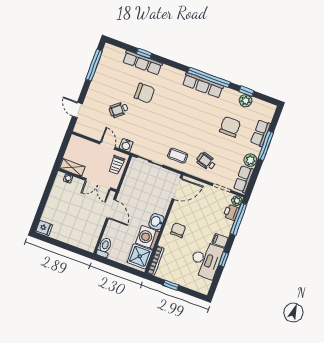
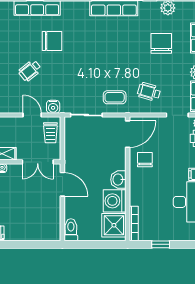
chair: (178, 230) -> (145, 160), moved

